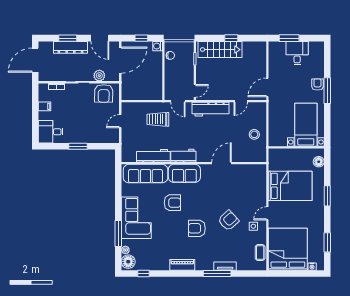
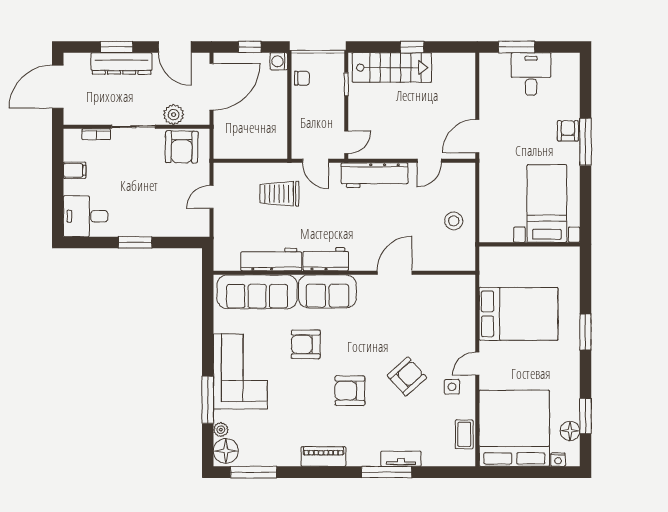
floor lamp: (319, 162) -> (570, 431), moved
armchair: (172, 203) -> (306, 344), turned 180
window: (144, 273) -> (254, 472), width x2.17

